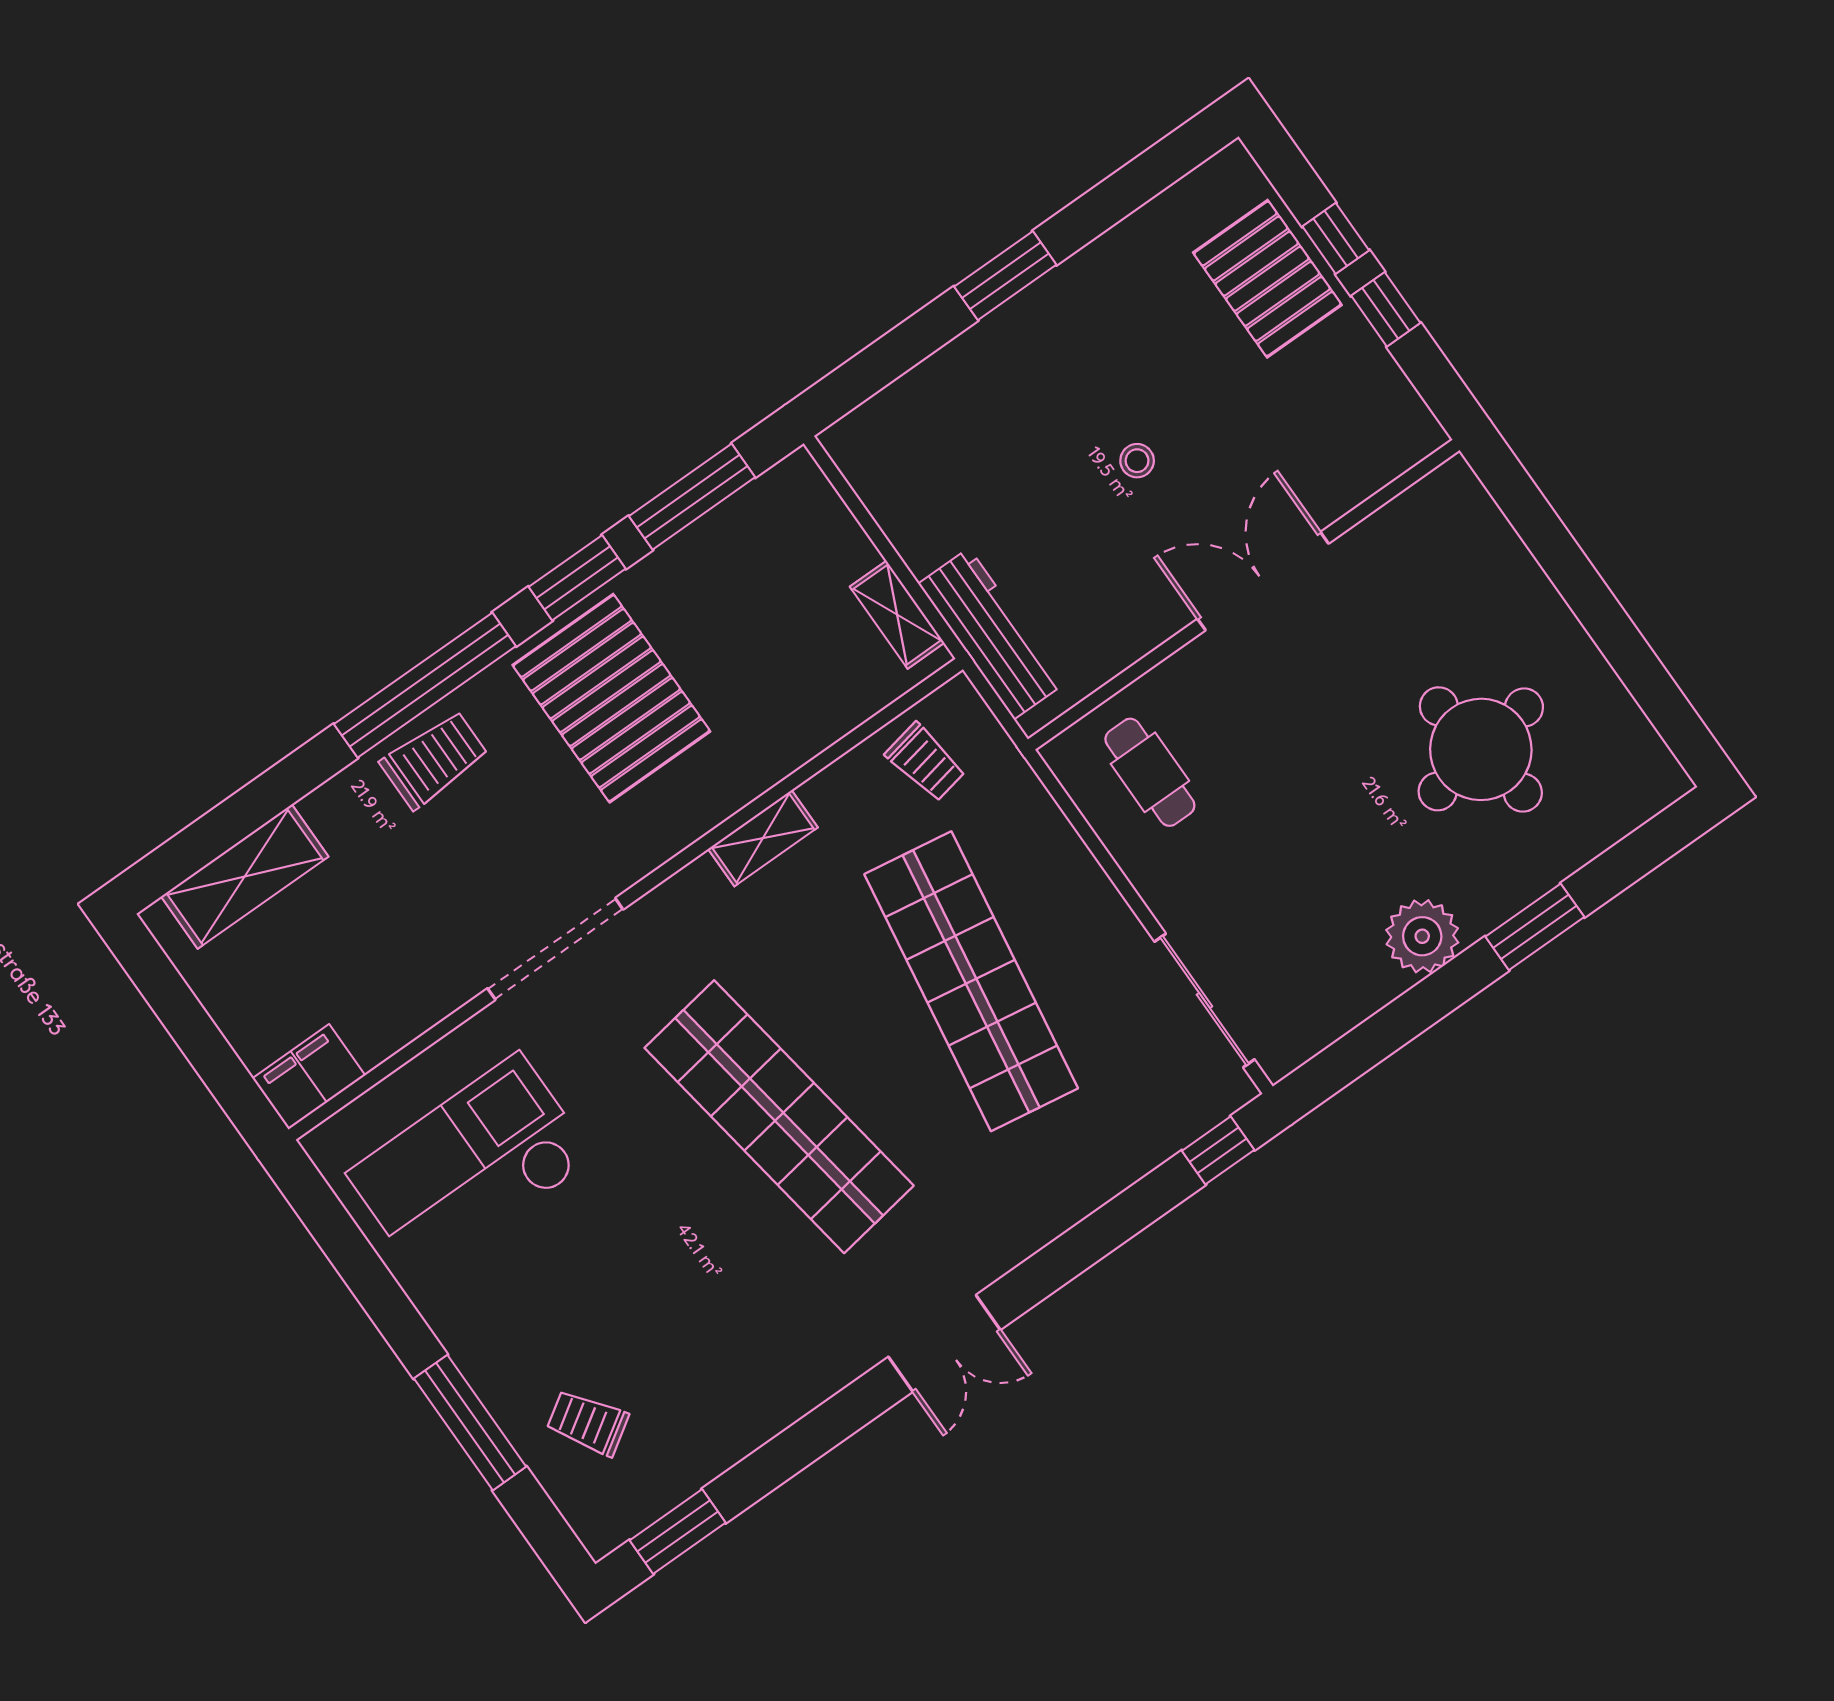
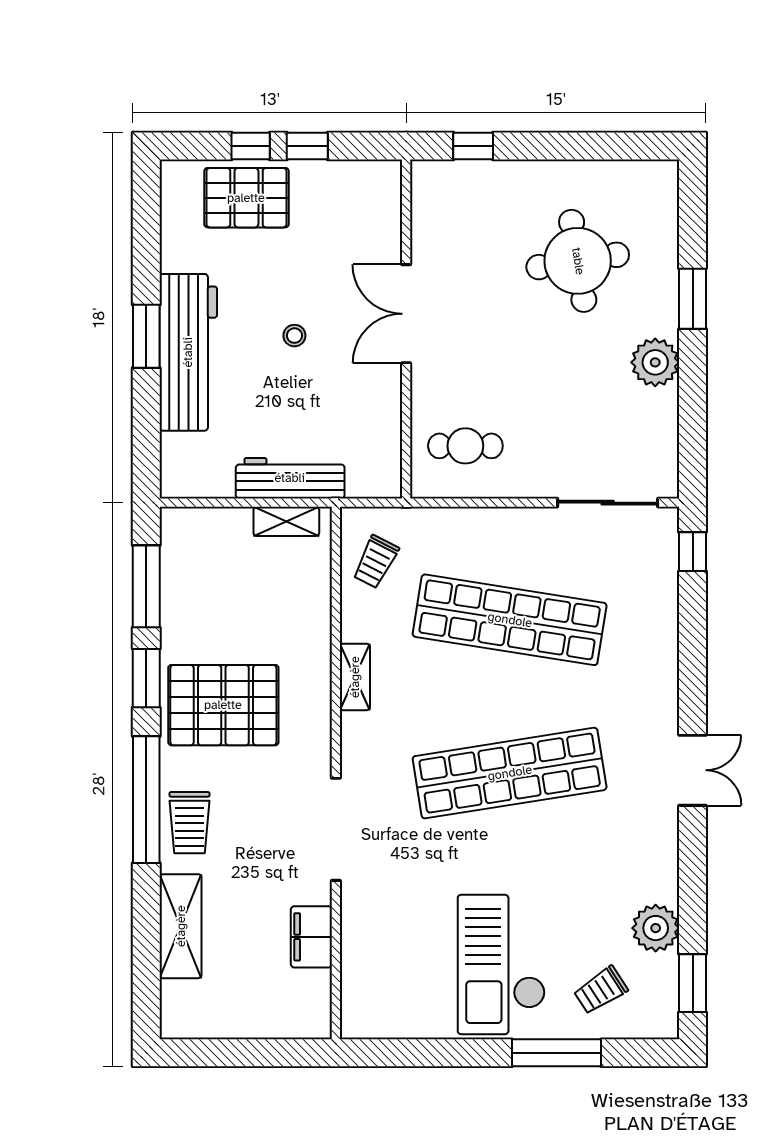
workbench: (1022, 343) -> (188, 352), added
window: (1532, 517) -> (473, 146), added
workbench: (991, 634) -> (290, 478), moved
trolley: (434, 760) -> (189, 823), turned 180
trolley: (926, 762) -> (376, 562), turned 128
shelving: (245, 877) -> (181, 926), moved
filing cabinet: (309, 1077) -> (311, 937), moved
checkout: (470, 1166) -> (501, 964), moved
plant: (714, 1437) -> (656, 928), added

